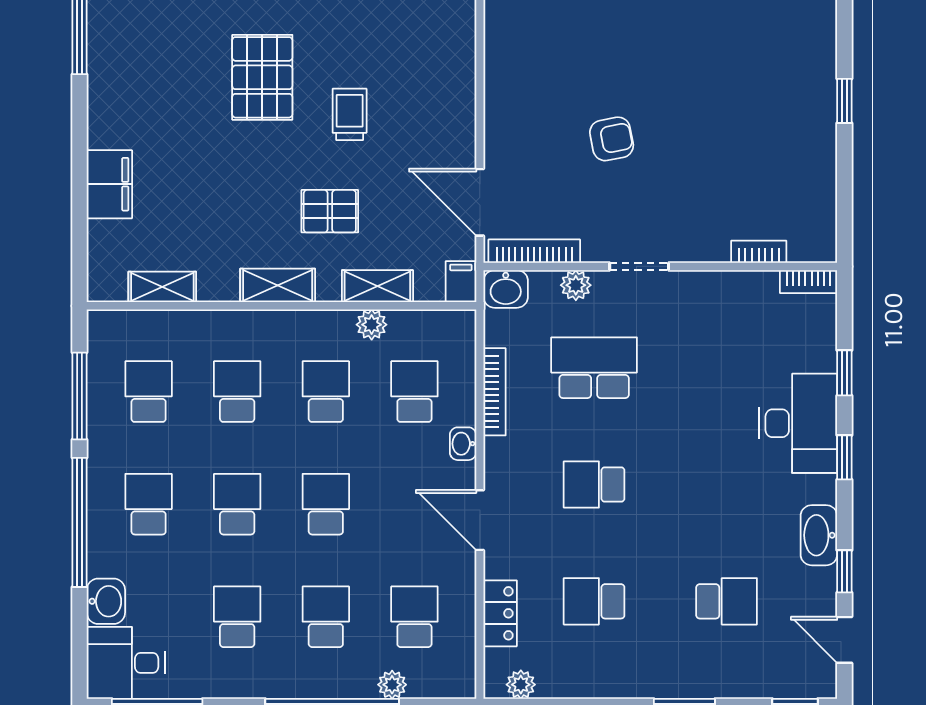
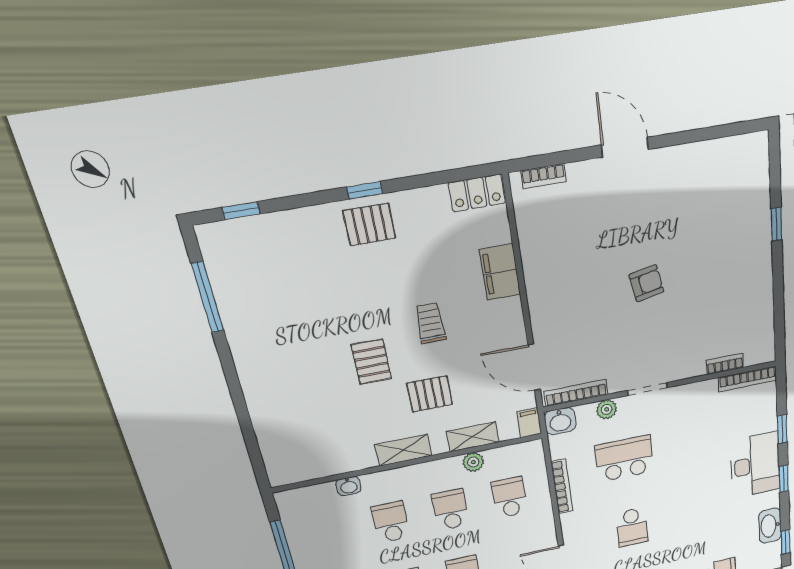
pallet: (262, 77) -> (371, 362), moved, width x0.67, depth x0.71
window: (844, 101) -> (776, 224), moved
armchair: (612, 139) -> (646, 283), moved
filing cabinet: (109, 184) -> (500, 272), moved, turned 180
bookcase: (808, 282) -> (748, 379), width x1.56
shelving: (162, 287) -> (322, 467), removed
school desk: (149, 392) -> (330, 535), removed
washbasin: (463, 444) -> (349, 486), moved, turned -90
school desk: (594, 485) -> (632, 527), turned -90

